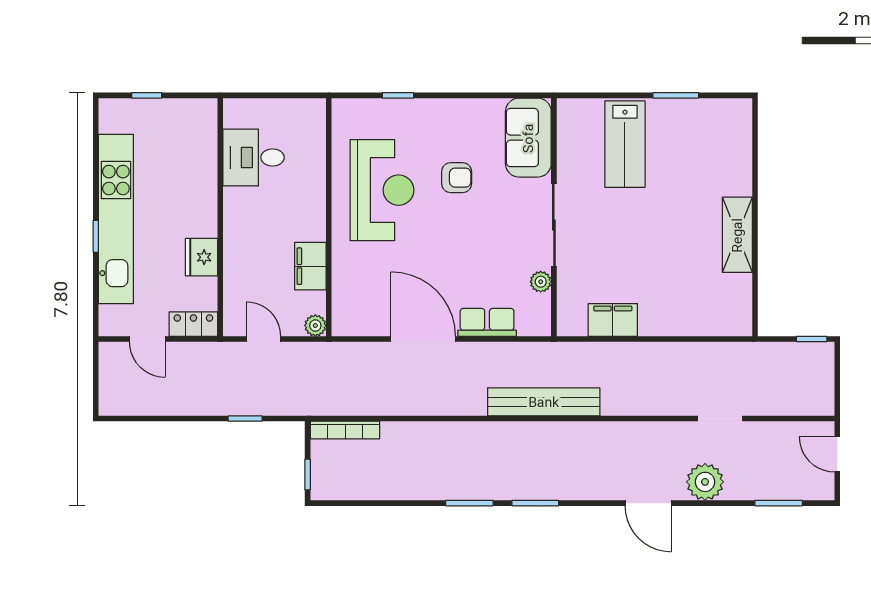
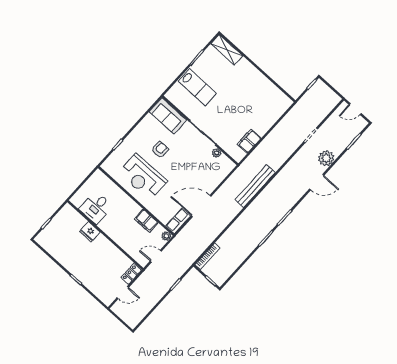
reception desk: (382, 190) -> (143, 177), turned 180
kitchen unit: (116, 219) -> (76, 268), removed
shelving: (737, 235) -> (227, 50), moved
fridge: (202, 257) -> (90, 232), moved
row of seats: (487, 322) -> (178, 221), moved

